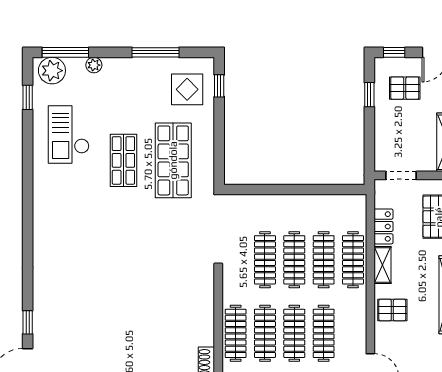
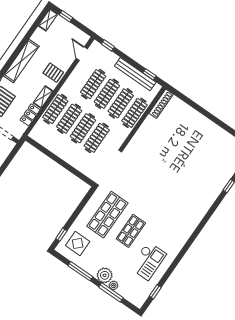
window: (65, 52) -> (111, 292), moved
plant: (52, 71) -> (105, 275), moved

